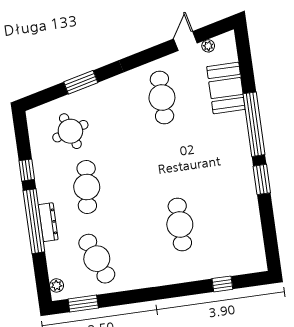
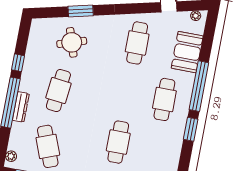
plant: (208, 46) -> (196, 16), moved
round table: (70, 131) -> (72, 42), moved
cafe table: (218, 154) -> (164, 99), added

